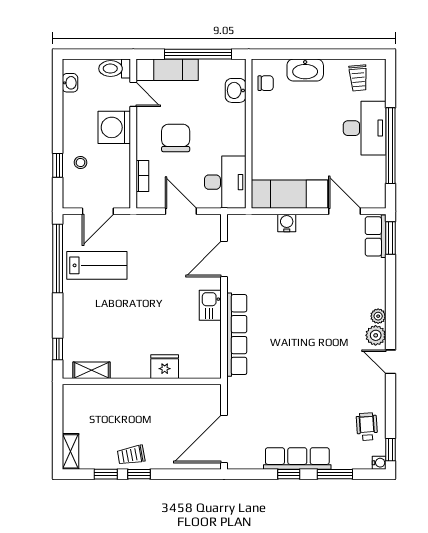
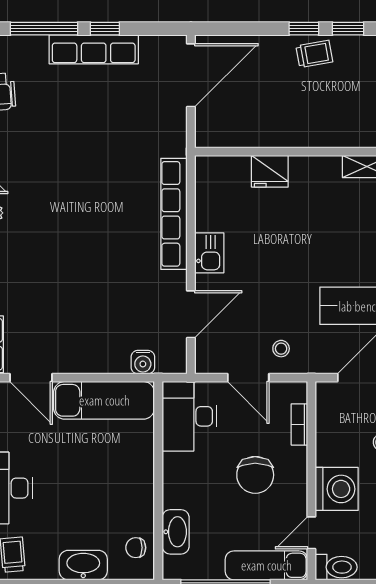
washbasin: (236, 90) -> (176, 532), width x1.38
door: (133, 94) -> (311, 533), hinge flipped
water cooler: (287, 223) -> (143, 362), moved
stool: (156, 233) -> (281, 349), added
window: (335, 474) -> (44, 29), width x1.44

